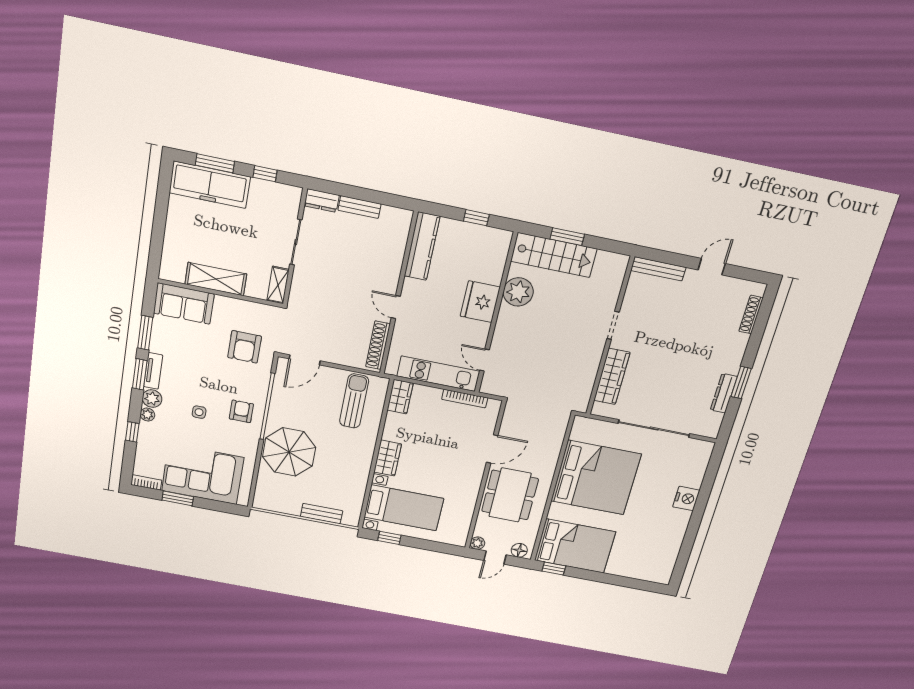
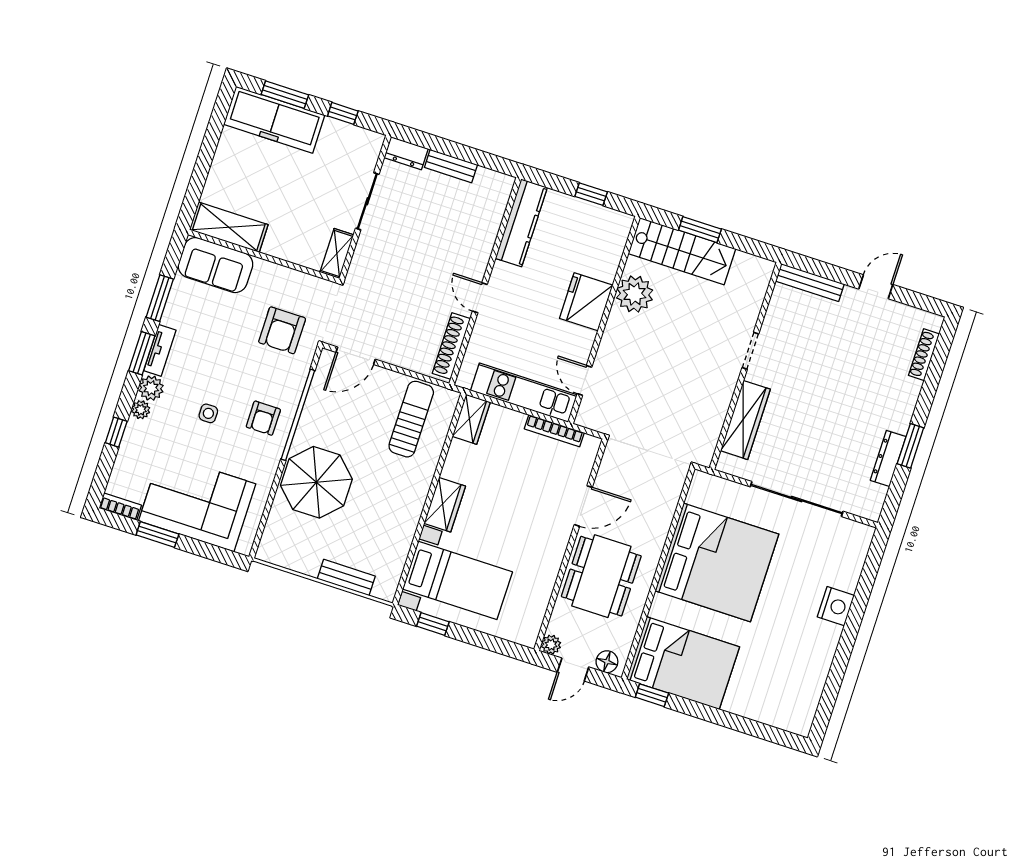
shelving: (216, 279) -> (229, 227), moved
armchair: (241, 411) -> (263, 418), turned 180

